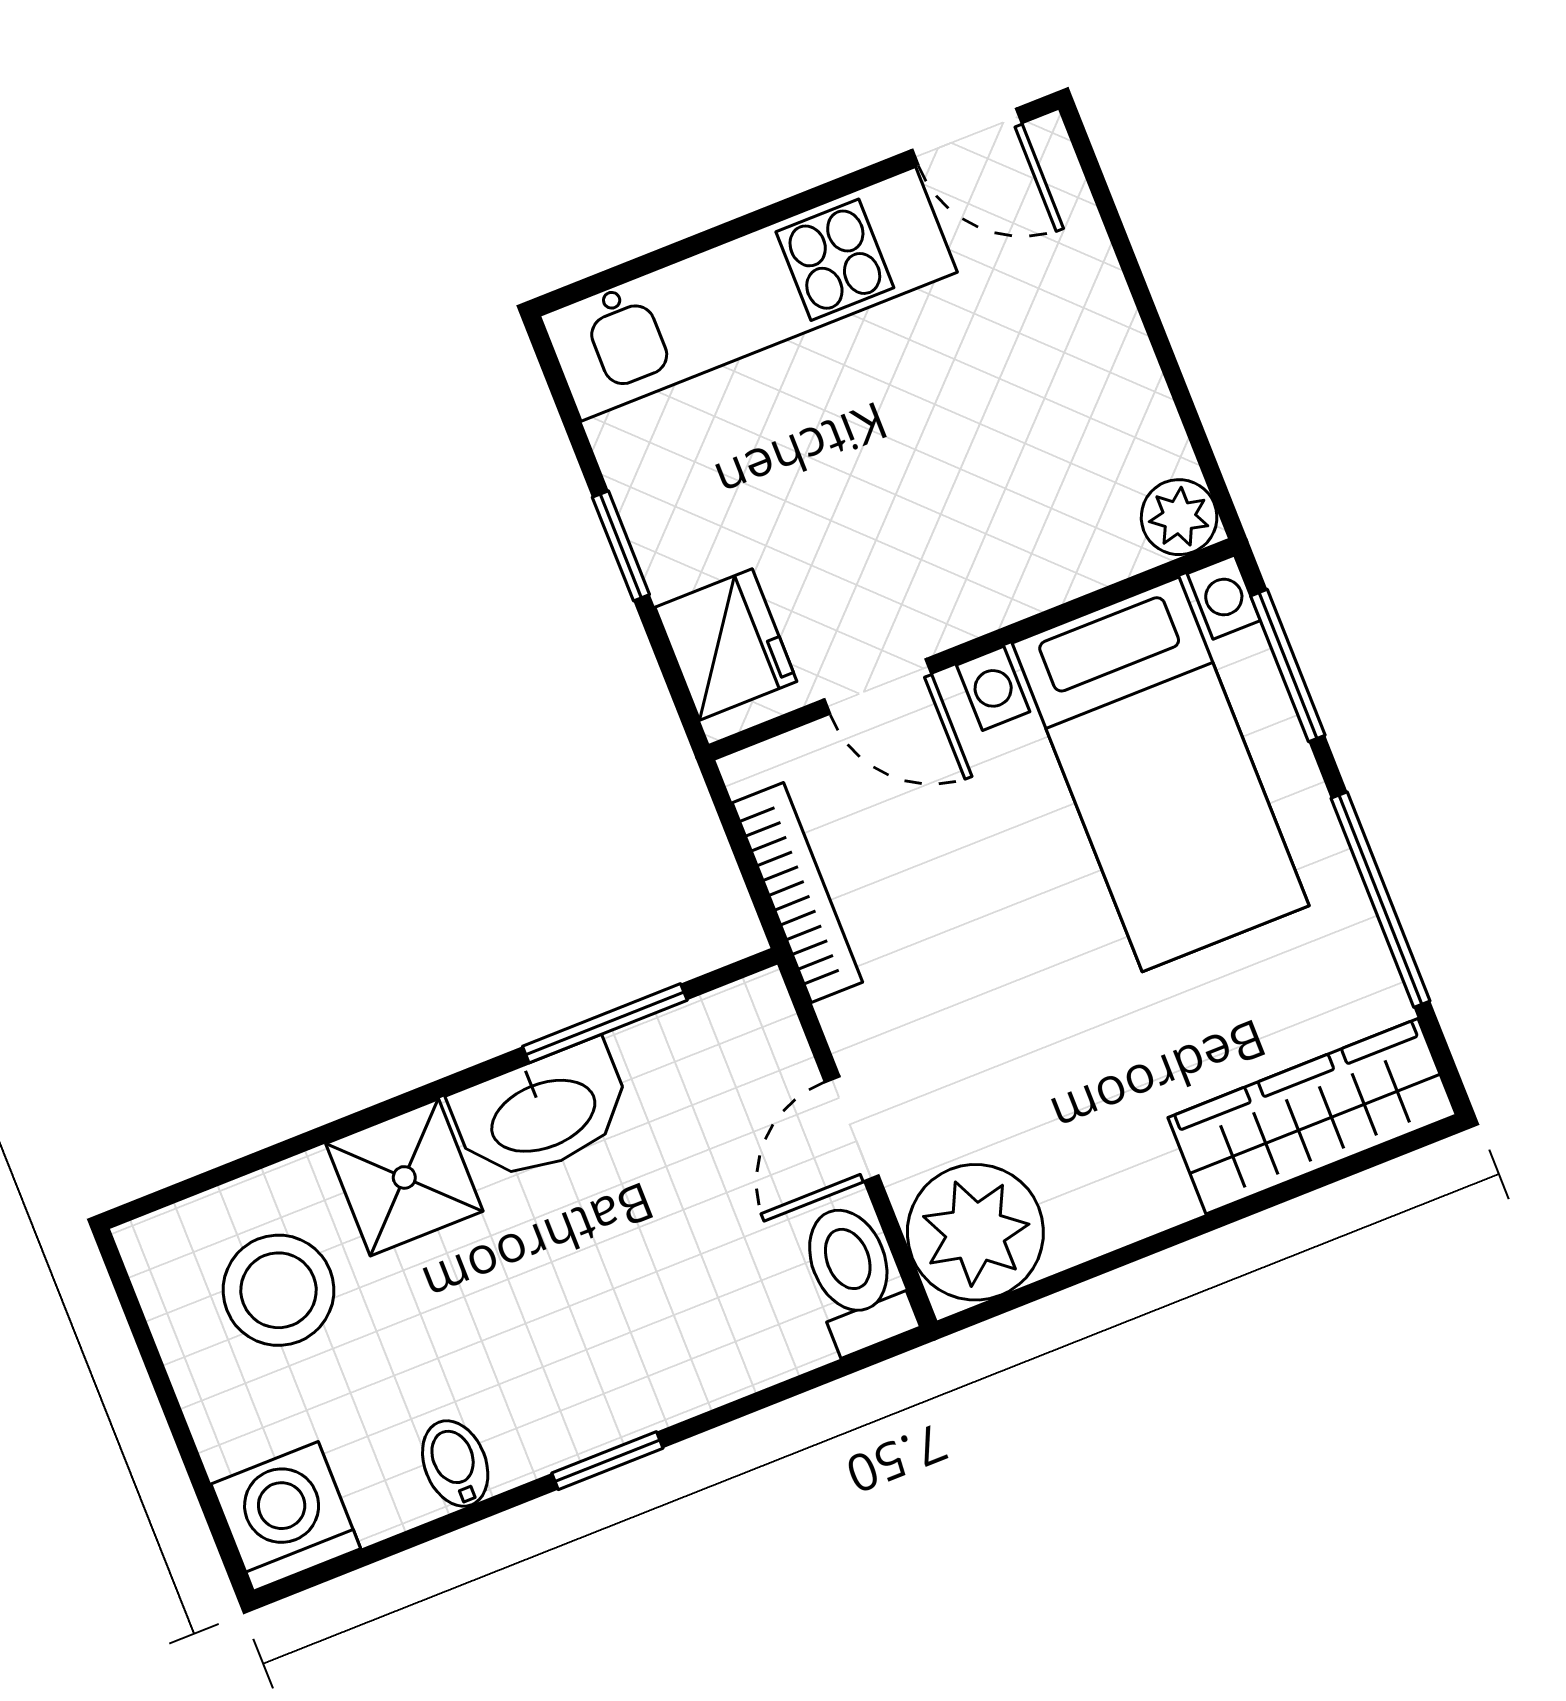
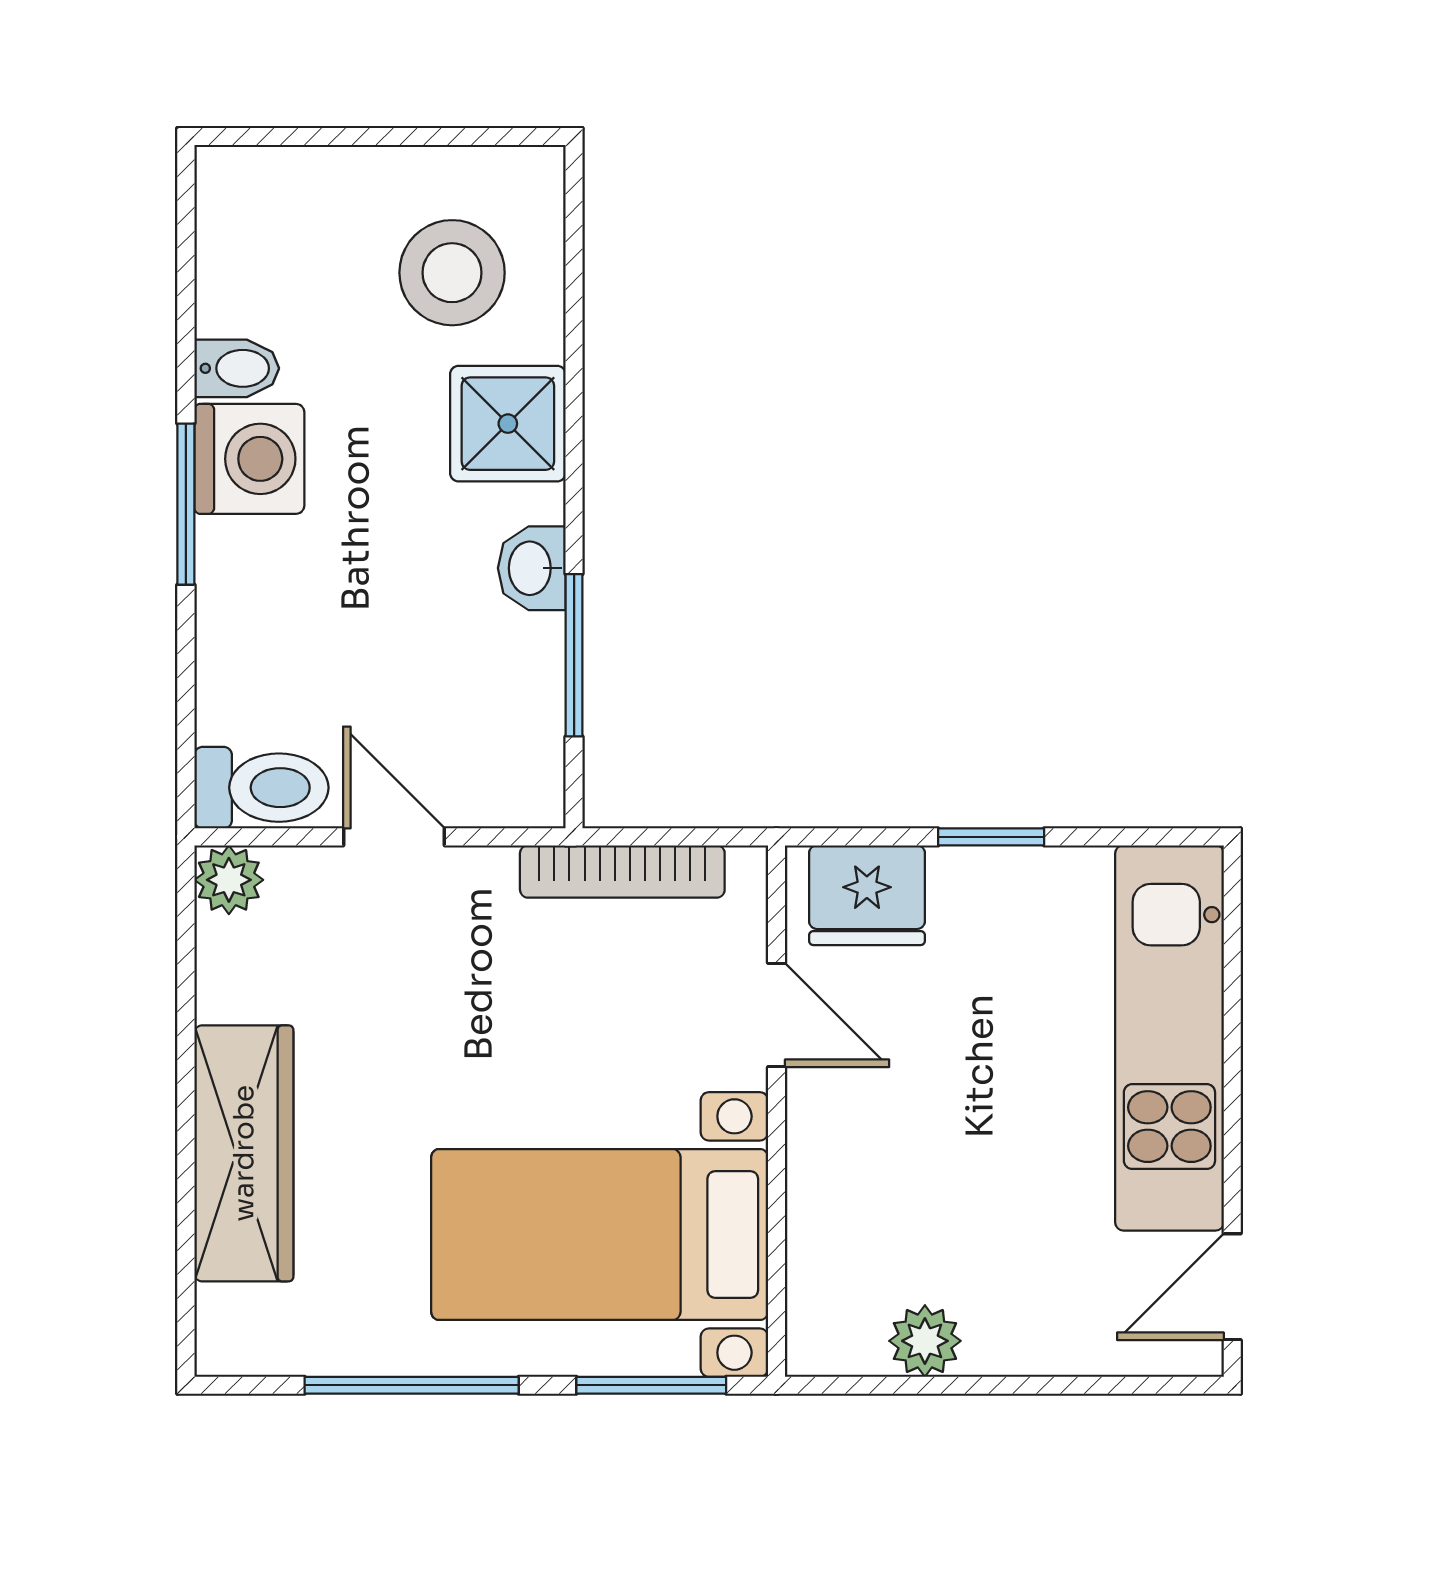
plant: (1179, 517) -> (925, 1341), moved
door: (878, 686) -> (777, 1015), swing flipped
washbasin: (542, 1113) -> (532, 568), width x0.52, depth x0.69
wardrobe: (1312, 1116) -> (244, 1153), moved
plant: (975, 1232) -> (229, 880), width x0.53, depth x0.53
window: (607, 1461) -> (186, 504), width x1.50
washing machine: (286, 1516) -> (249, 459), moved

